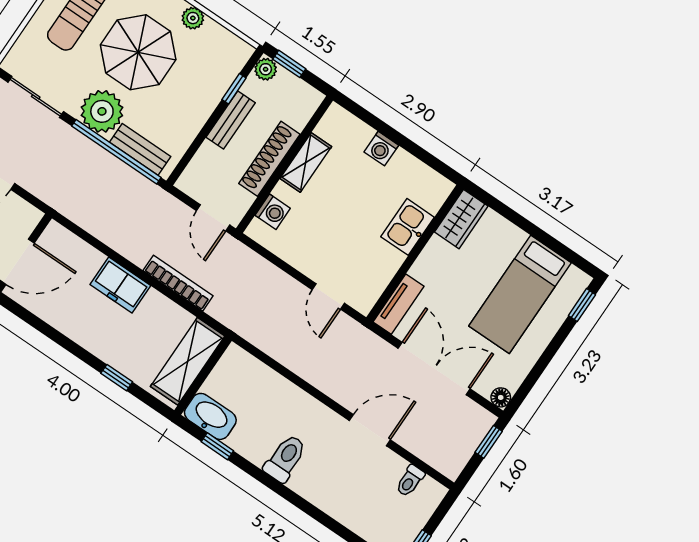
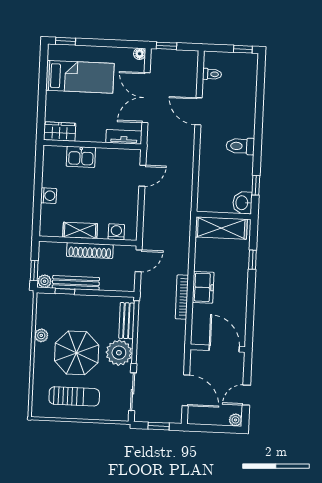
bench: (231, 120) -> (76, 283), width x1.36
bookcase: (178, 283) -> (182, 297), moved
washbasin: (210, 416) -> (242, 203), width x0.72

